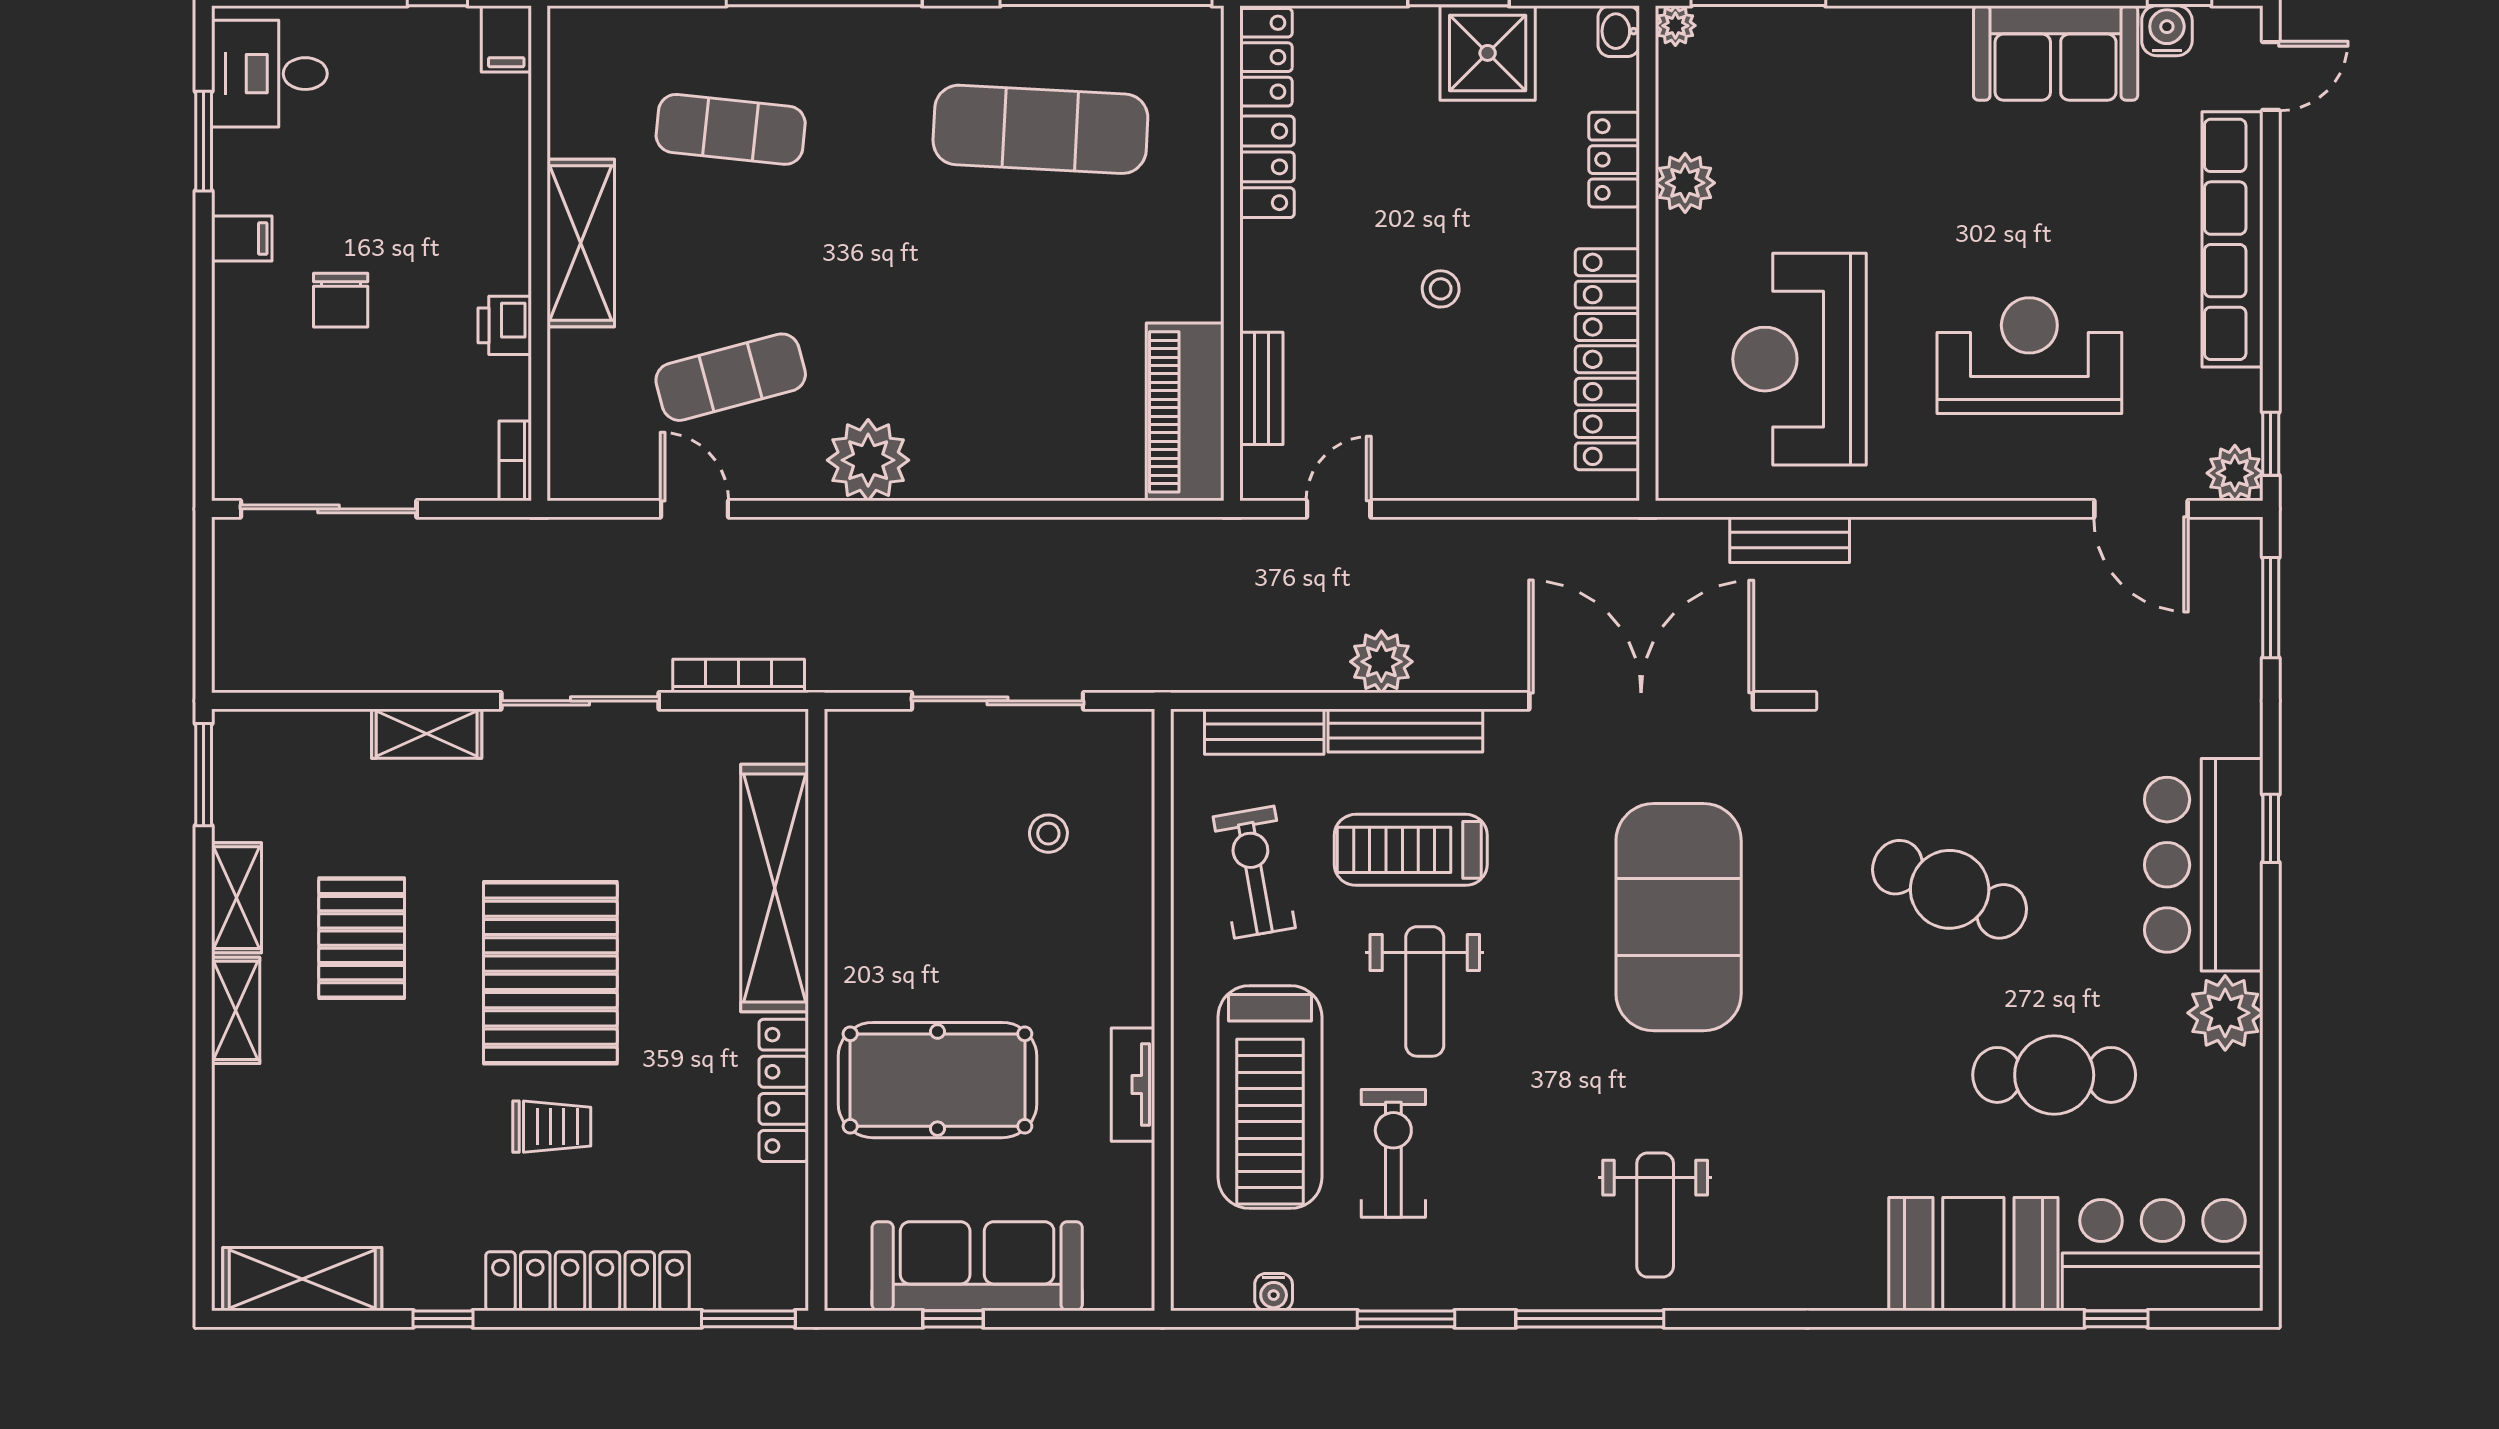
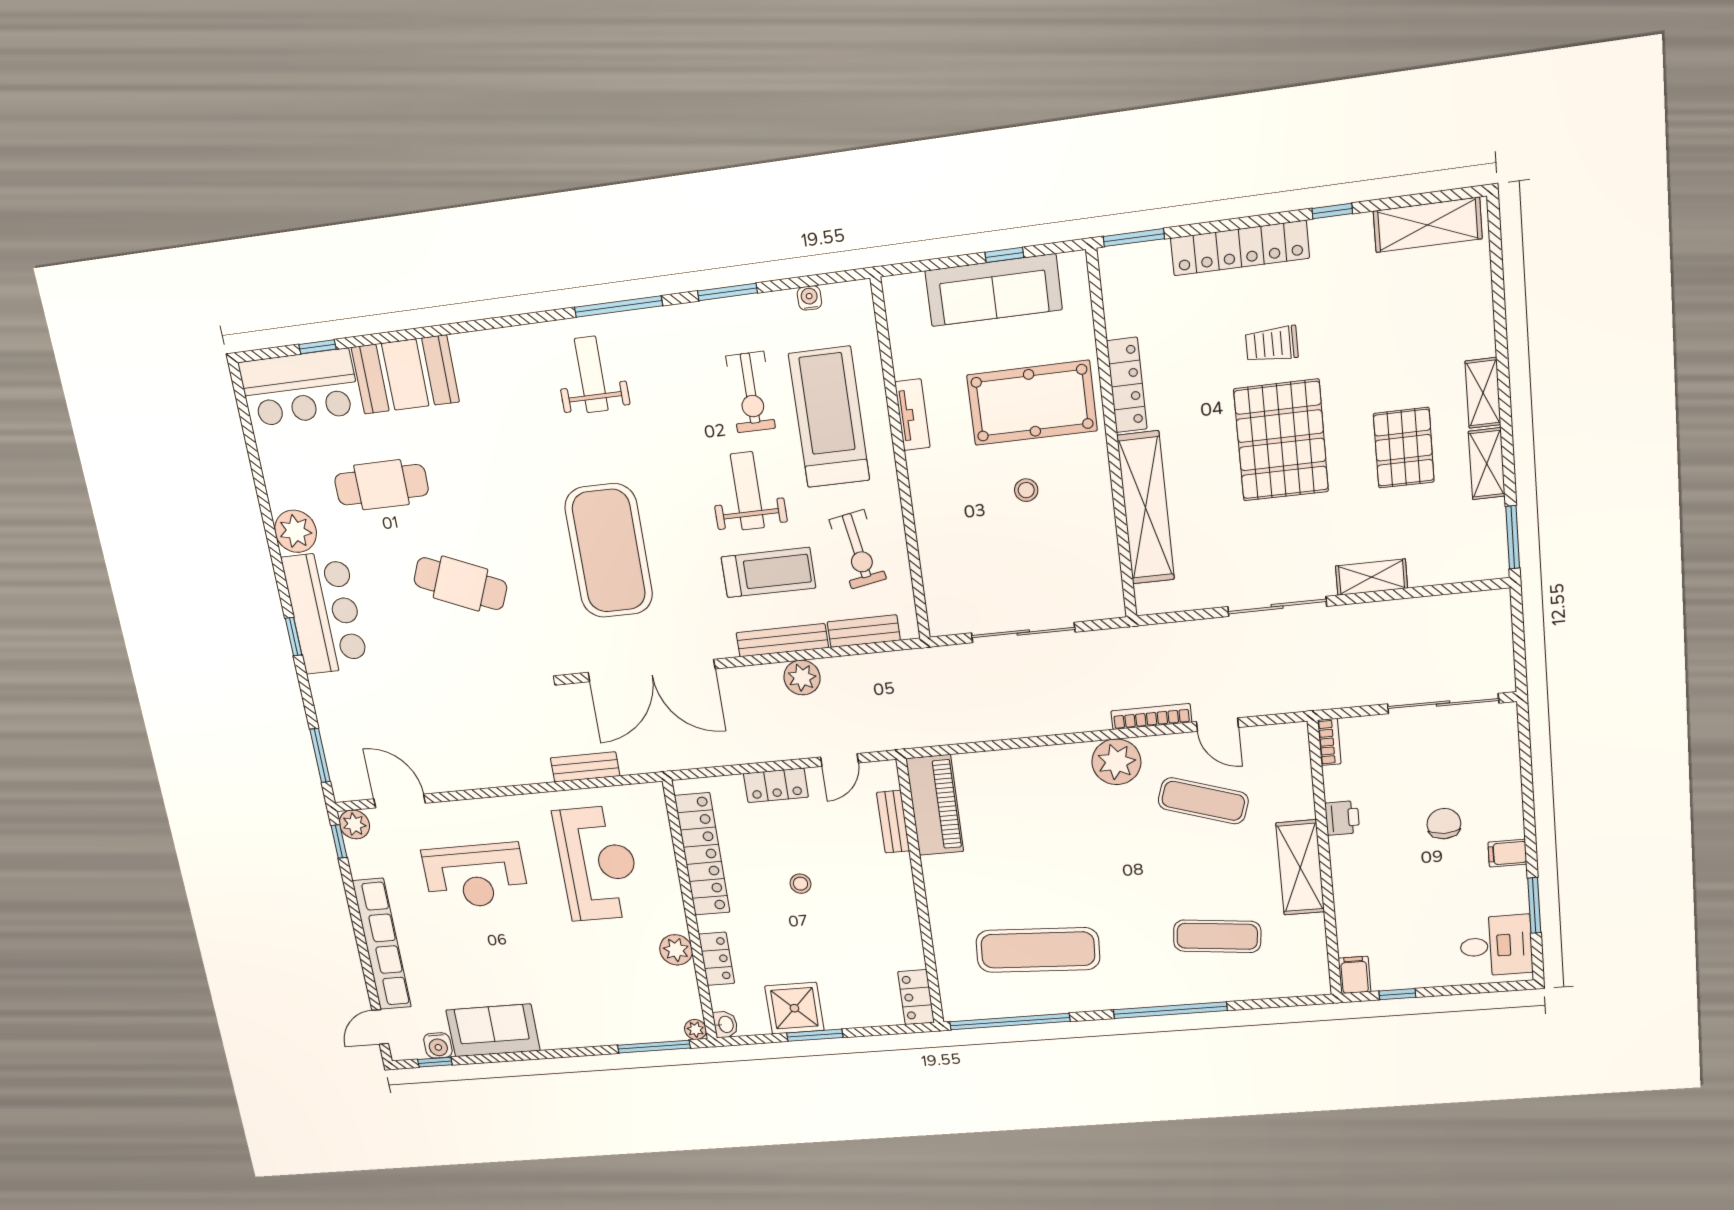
locker: (1267, 167) -> (776, 785), moved, turned -90
exercise mat: (731, 377) -> (1203, 801), turned 33
bookcase: (739, 676) -> (1151, 717), moved, turned 180
stool: (1048, 834) -> (1026, 490), moved

